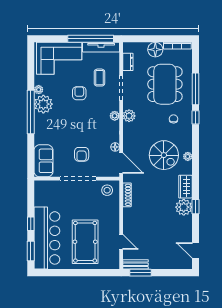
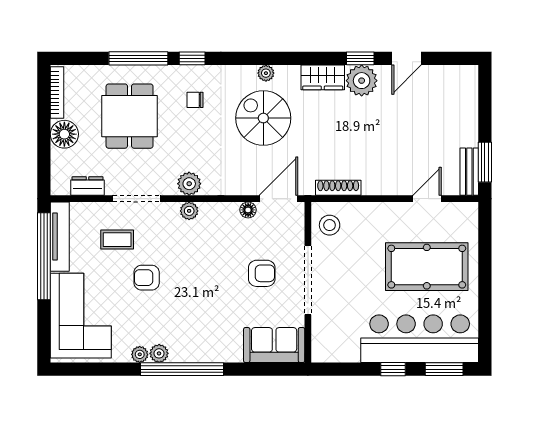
dining table: (165, 84) -> (130, 116), width x0.73
plant: (43, 104) -> (159, 353), width x0.53, depth x0.53
spiral stairs: (164, 155) -> (263, 118), turned -90
door: (195, 250) -> (407, 58), moved

